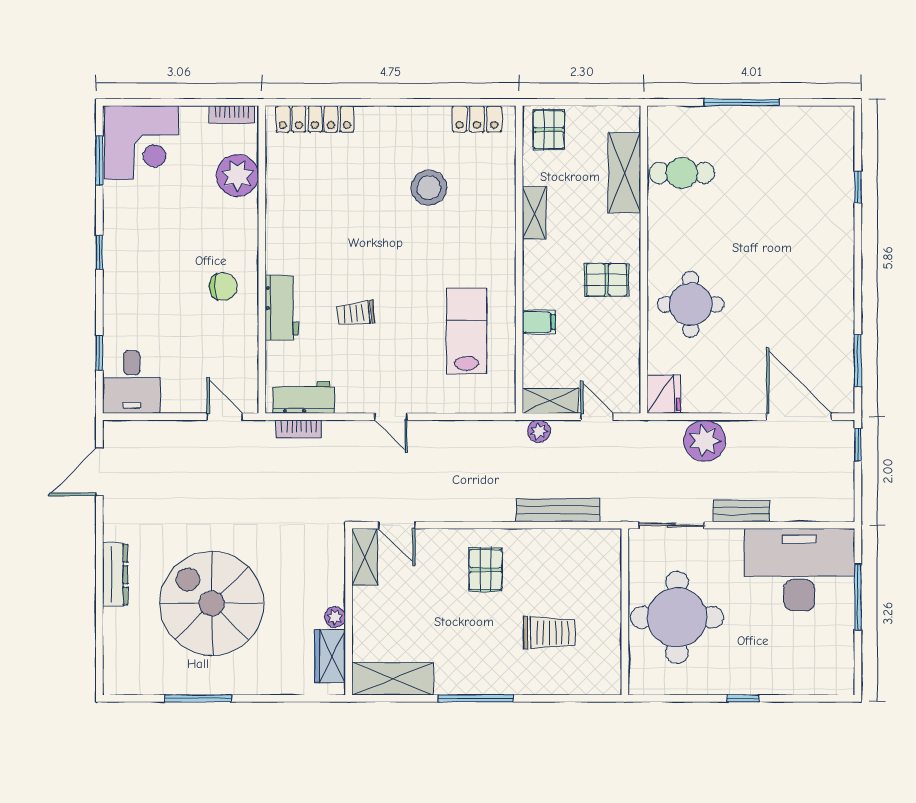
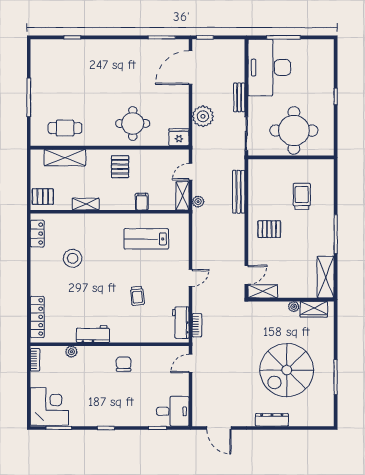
cafe table: (682, 173) -> (65, 128), turned 90
plant: (238, 175) -> (71, 352), width x0.53, depth x0.53
workbench: (282, 308) -> (93, 334), moved

